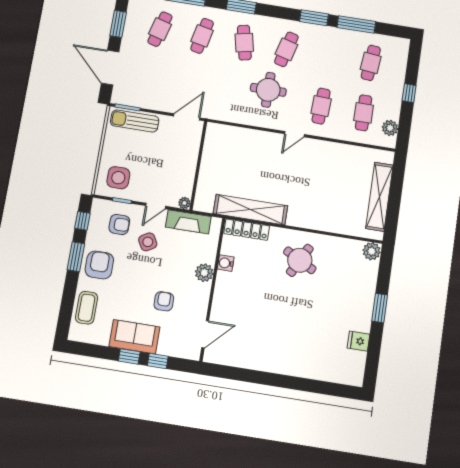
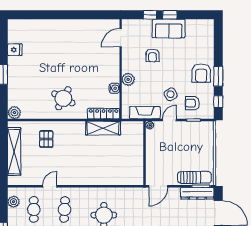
dresser: (135, 99) -> (197, 193), added
door: (294, 134) -> (50, 186), moved
side table: (118, 178) -> (199, 136), removed
pallet: (332, 207) -> (46, 139), added
shelving: (250, 210) -> (103, 128), width x0.68
coffee table: (87, 308) -> (205, 43), removed

